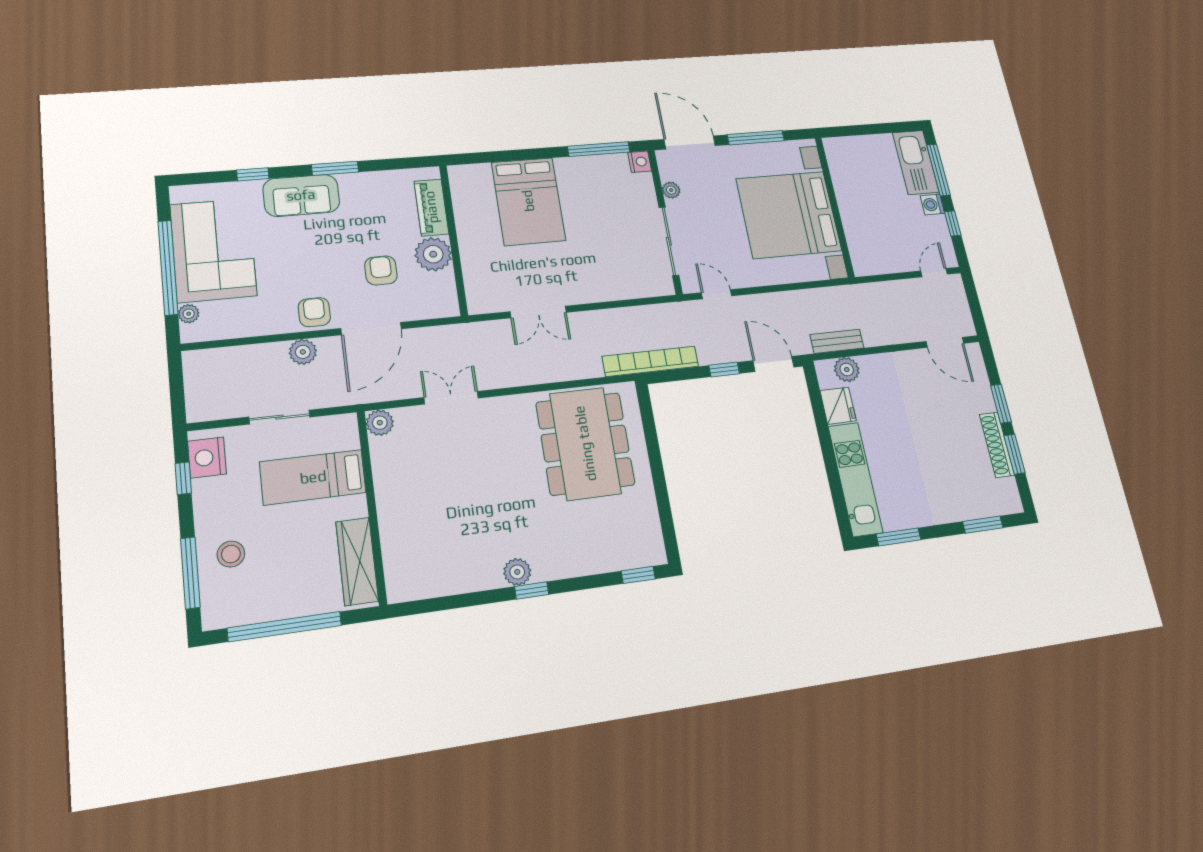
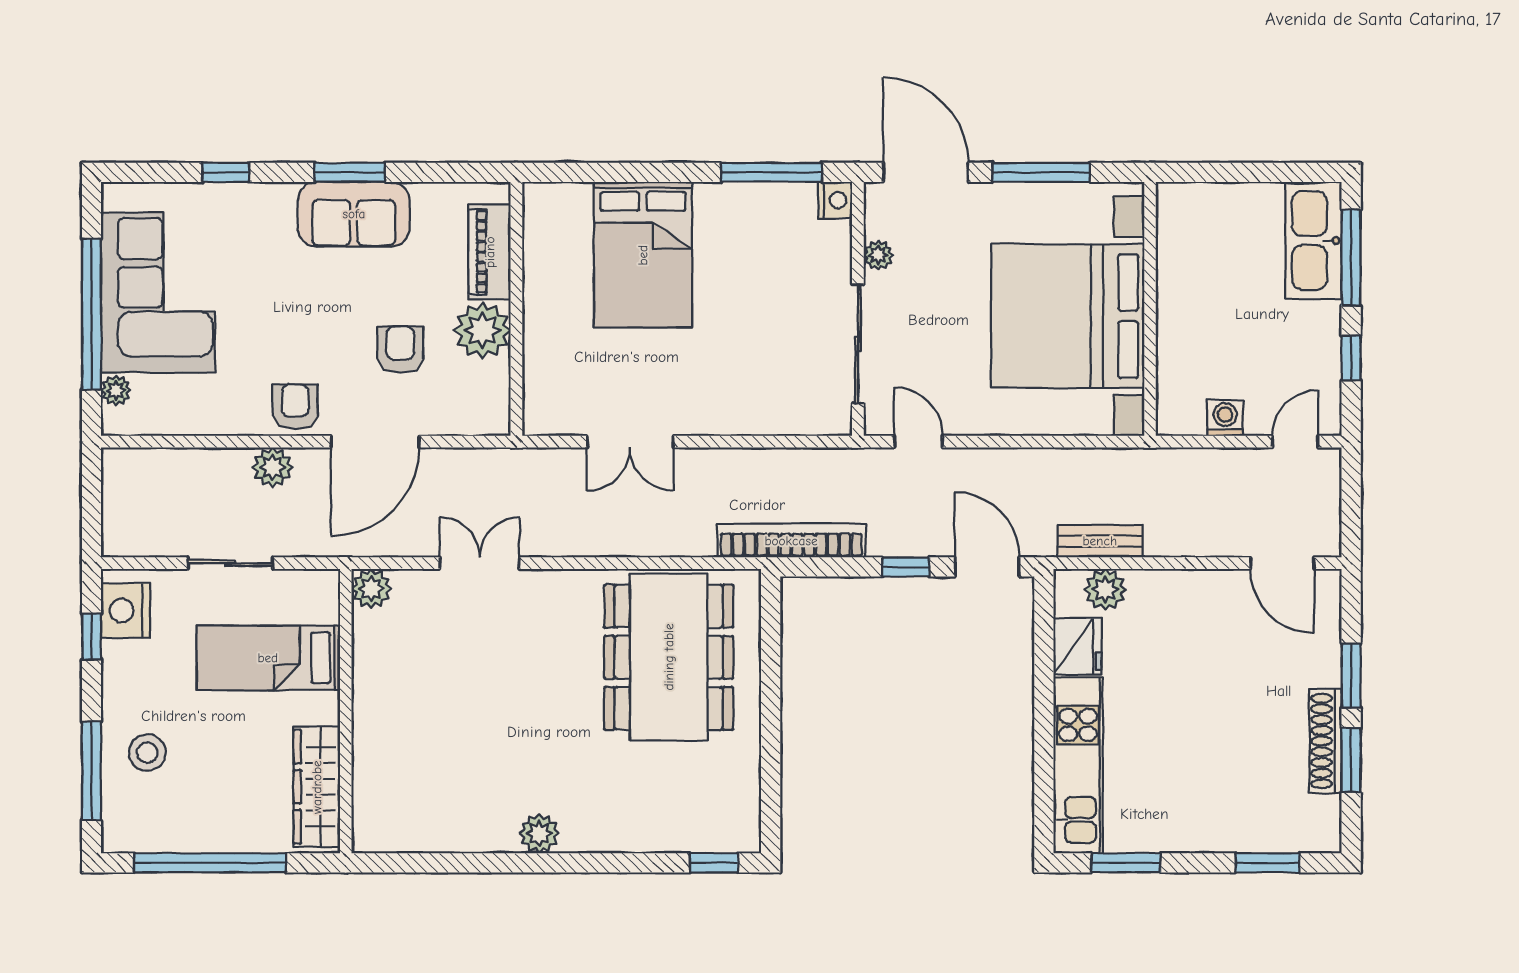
sofa: (301, 195) -> (354, 214), moved
washing machine: (932, 204) -> (1225, 418), moved, turned 90
window: (532, 591) -> (556, 863), removed

